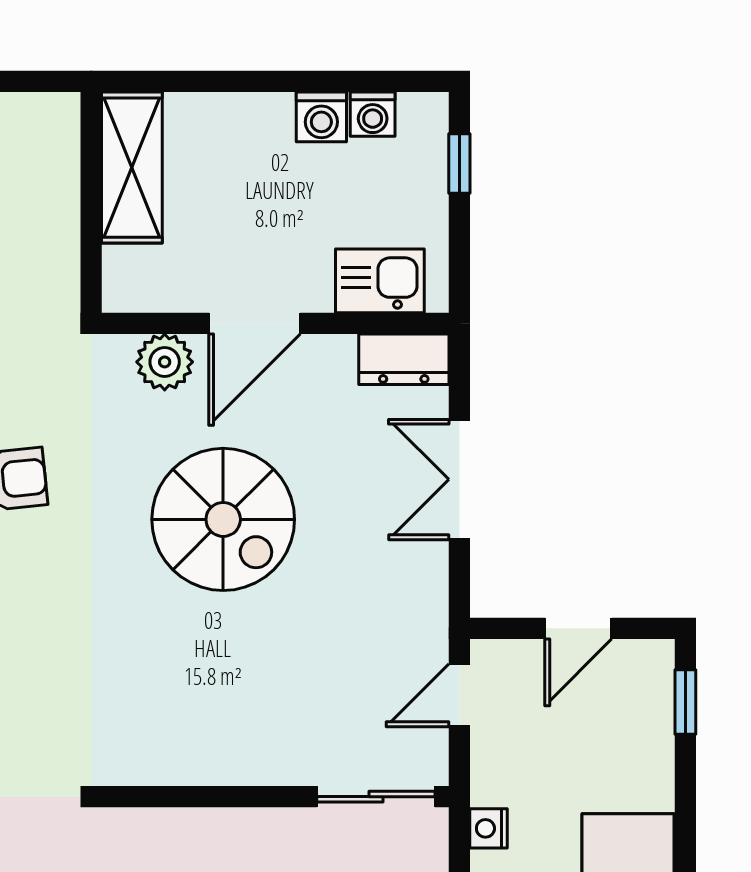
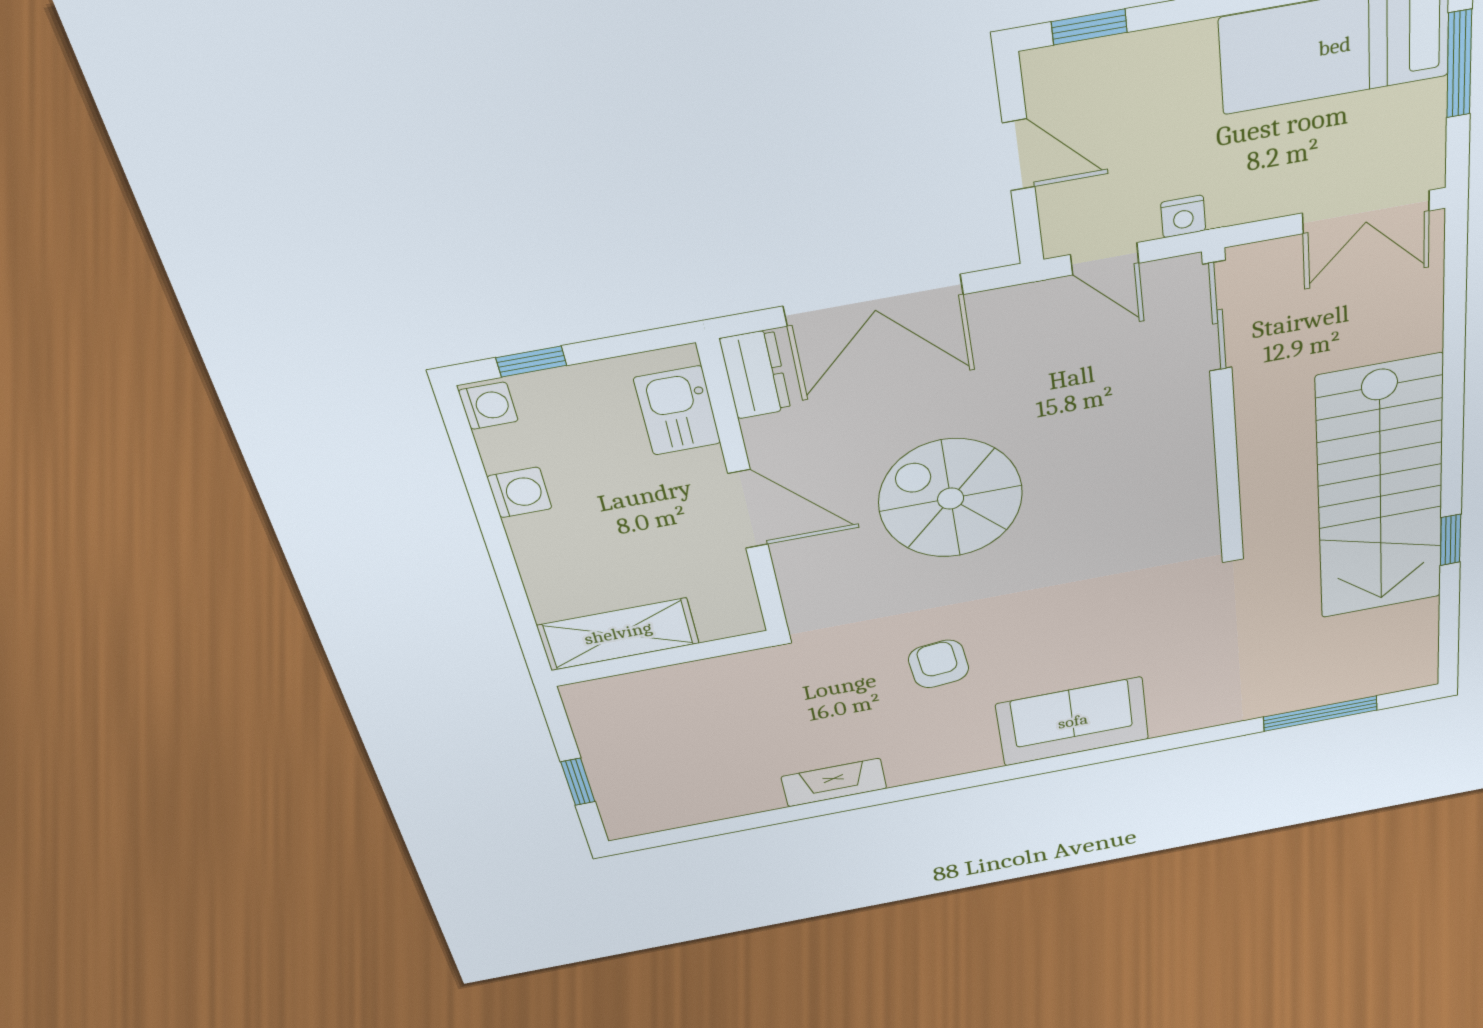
washing machine: (373, 114) -> (488, 406), moved
plant: (165, 362) -> (803, 574), removed
double door: (459, 479) -> (874, 300), width x1.37
spiral stairs: (223, 519) -> (951, 499), turned -90
nightstand: (488, 828) -> (1183, 216), moved

